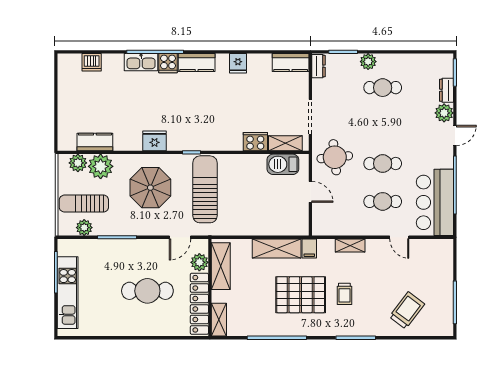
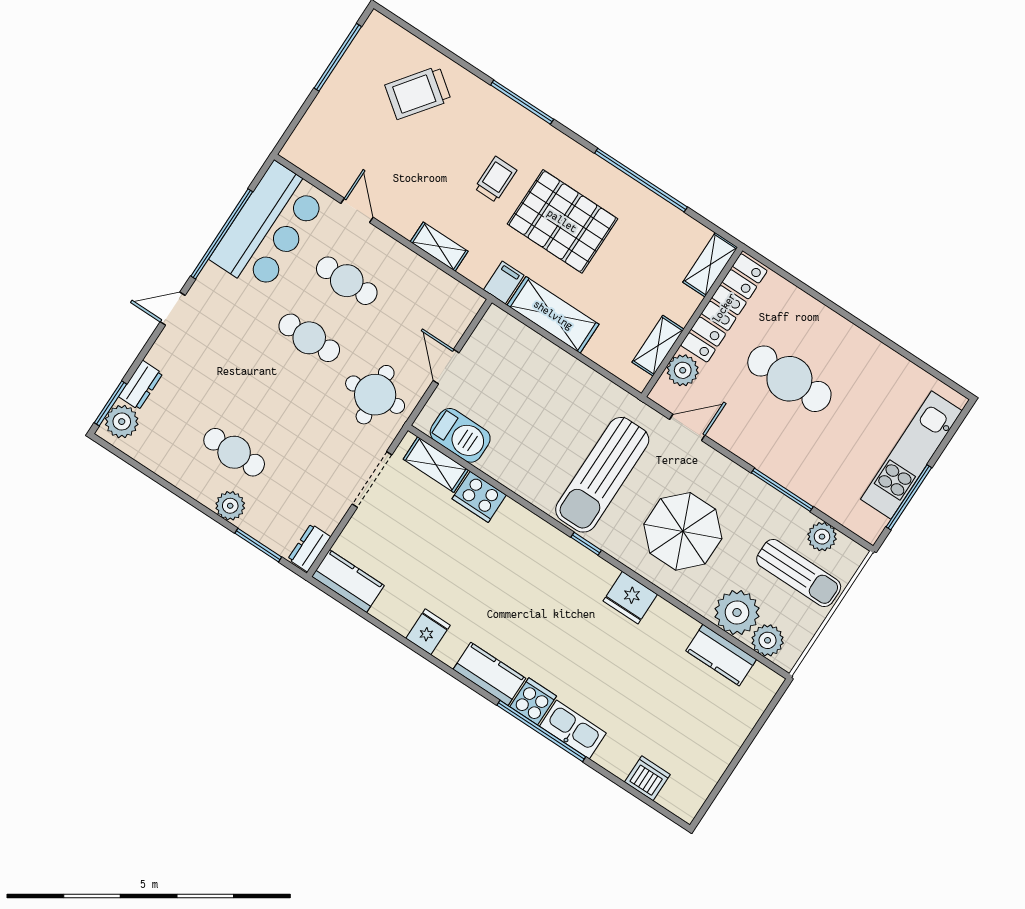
plant: (444, 113) -> (122, 422), moved
shelving: (221, 266) -> (658, 346), width x0.67, depth x0.75

